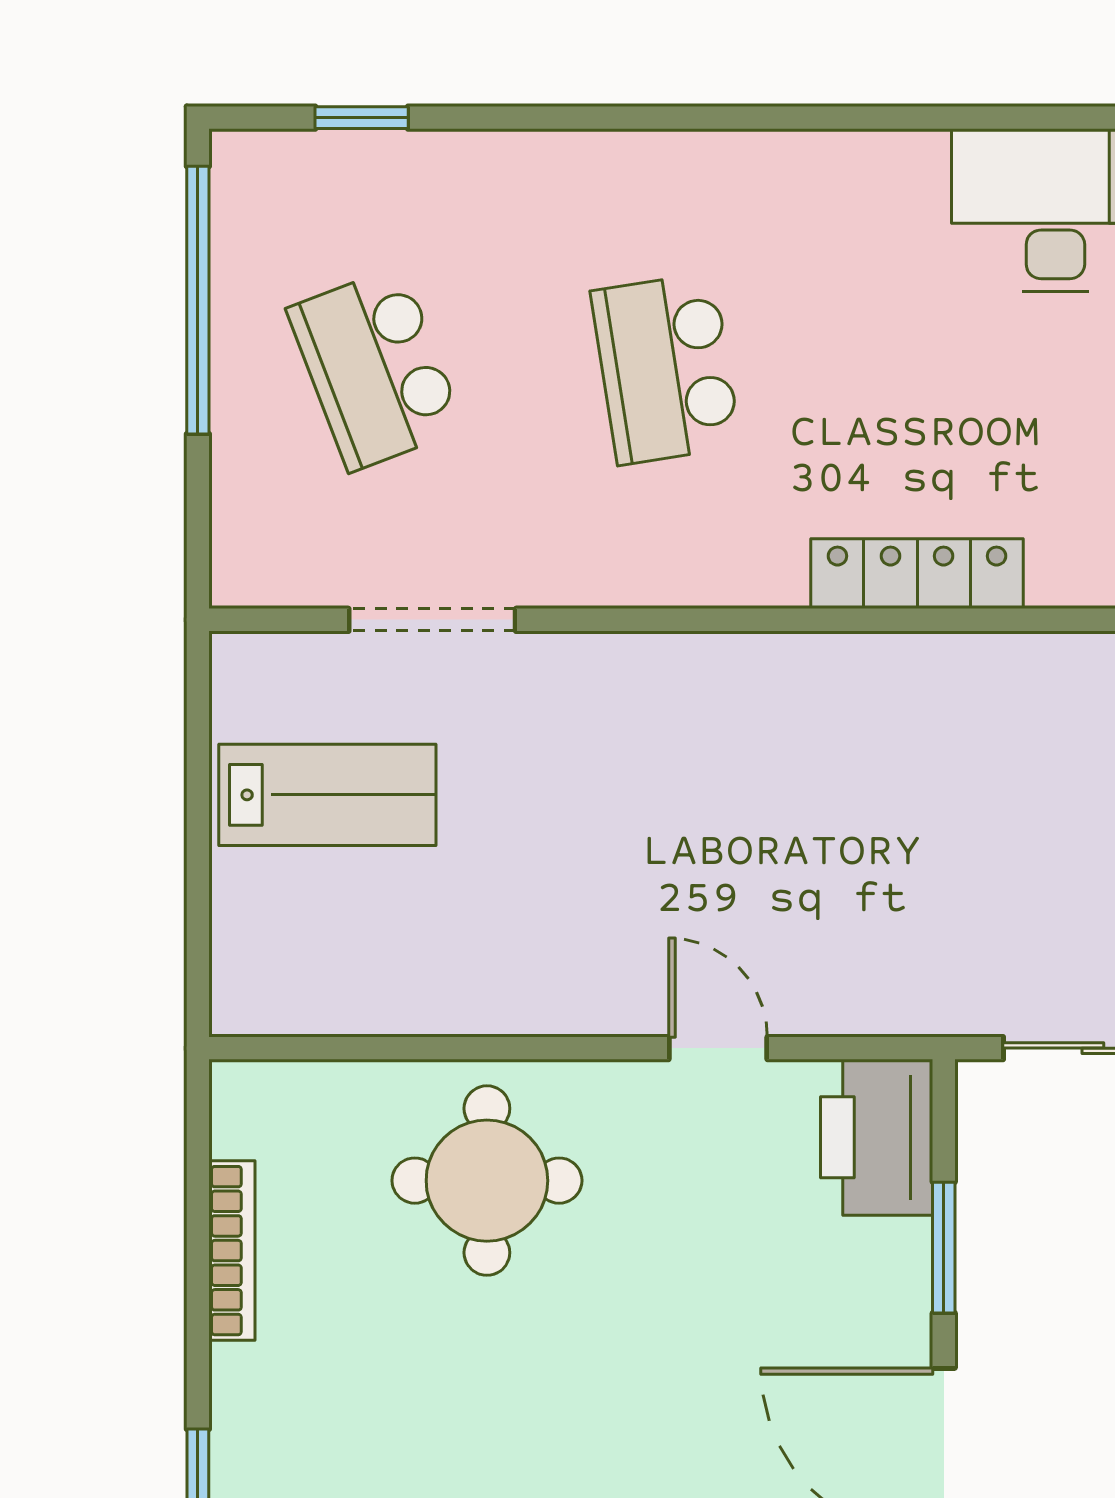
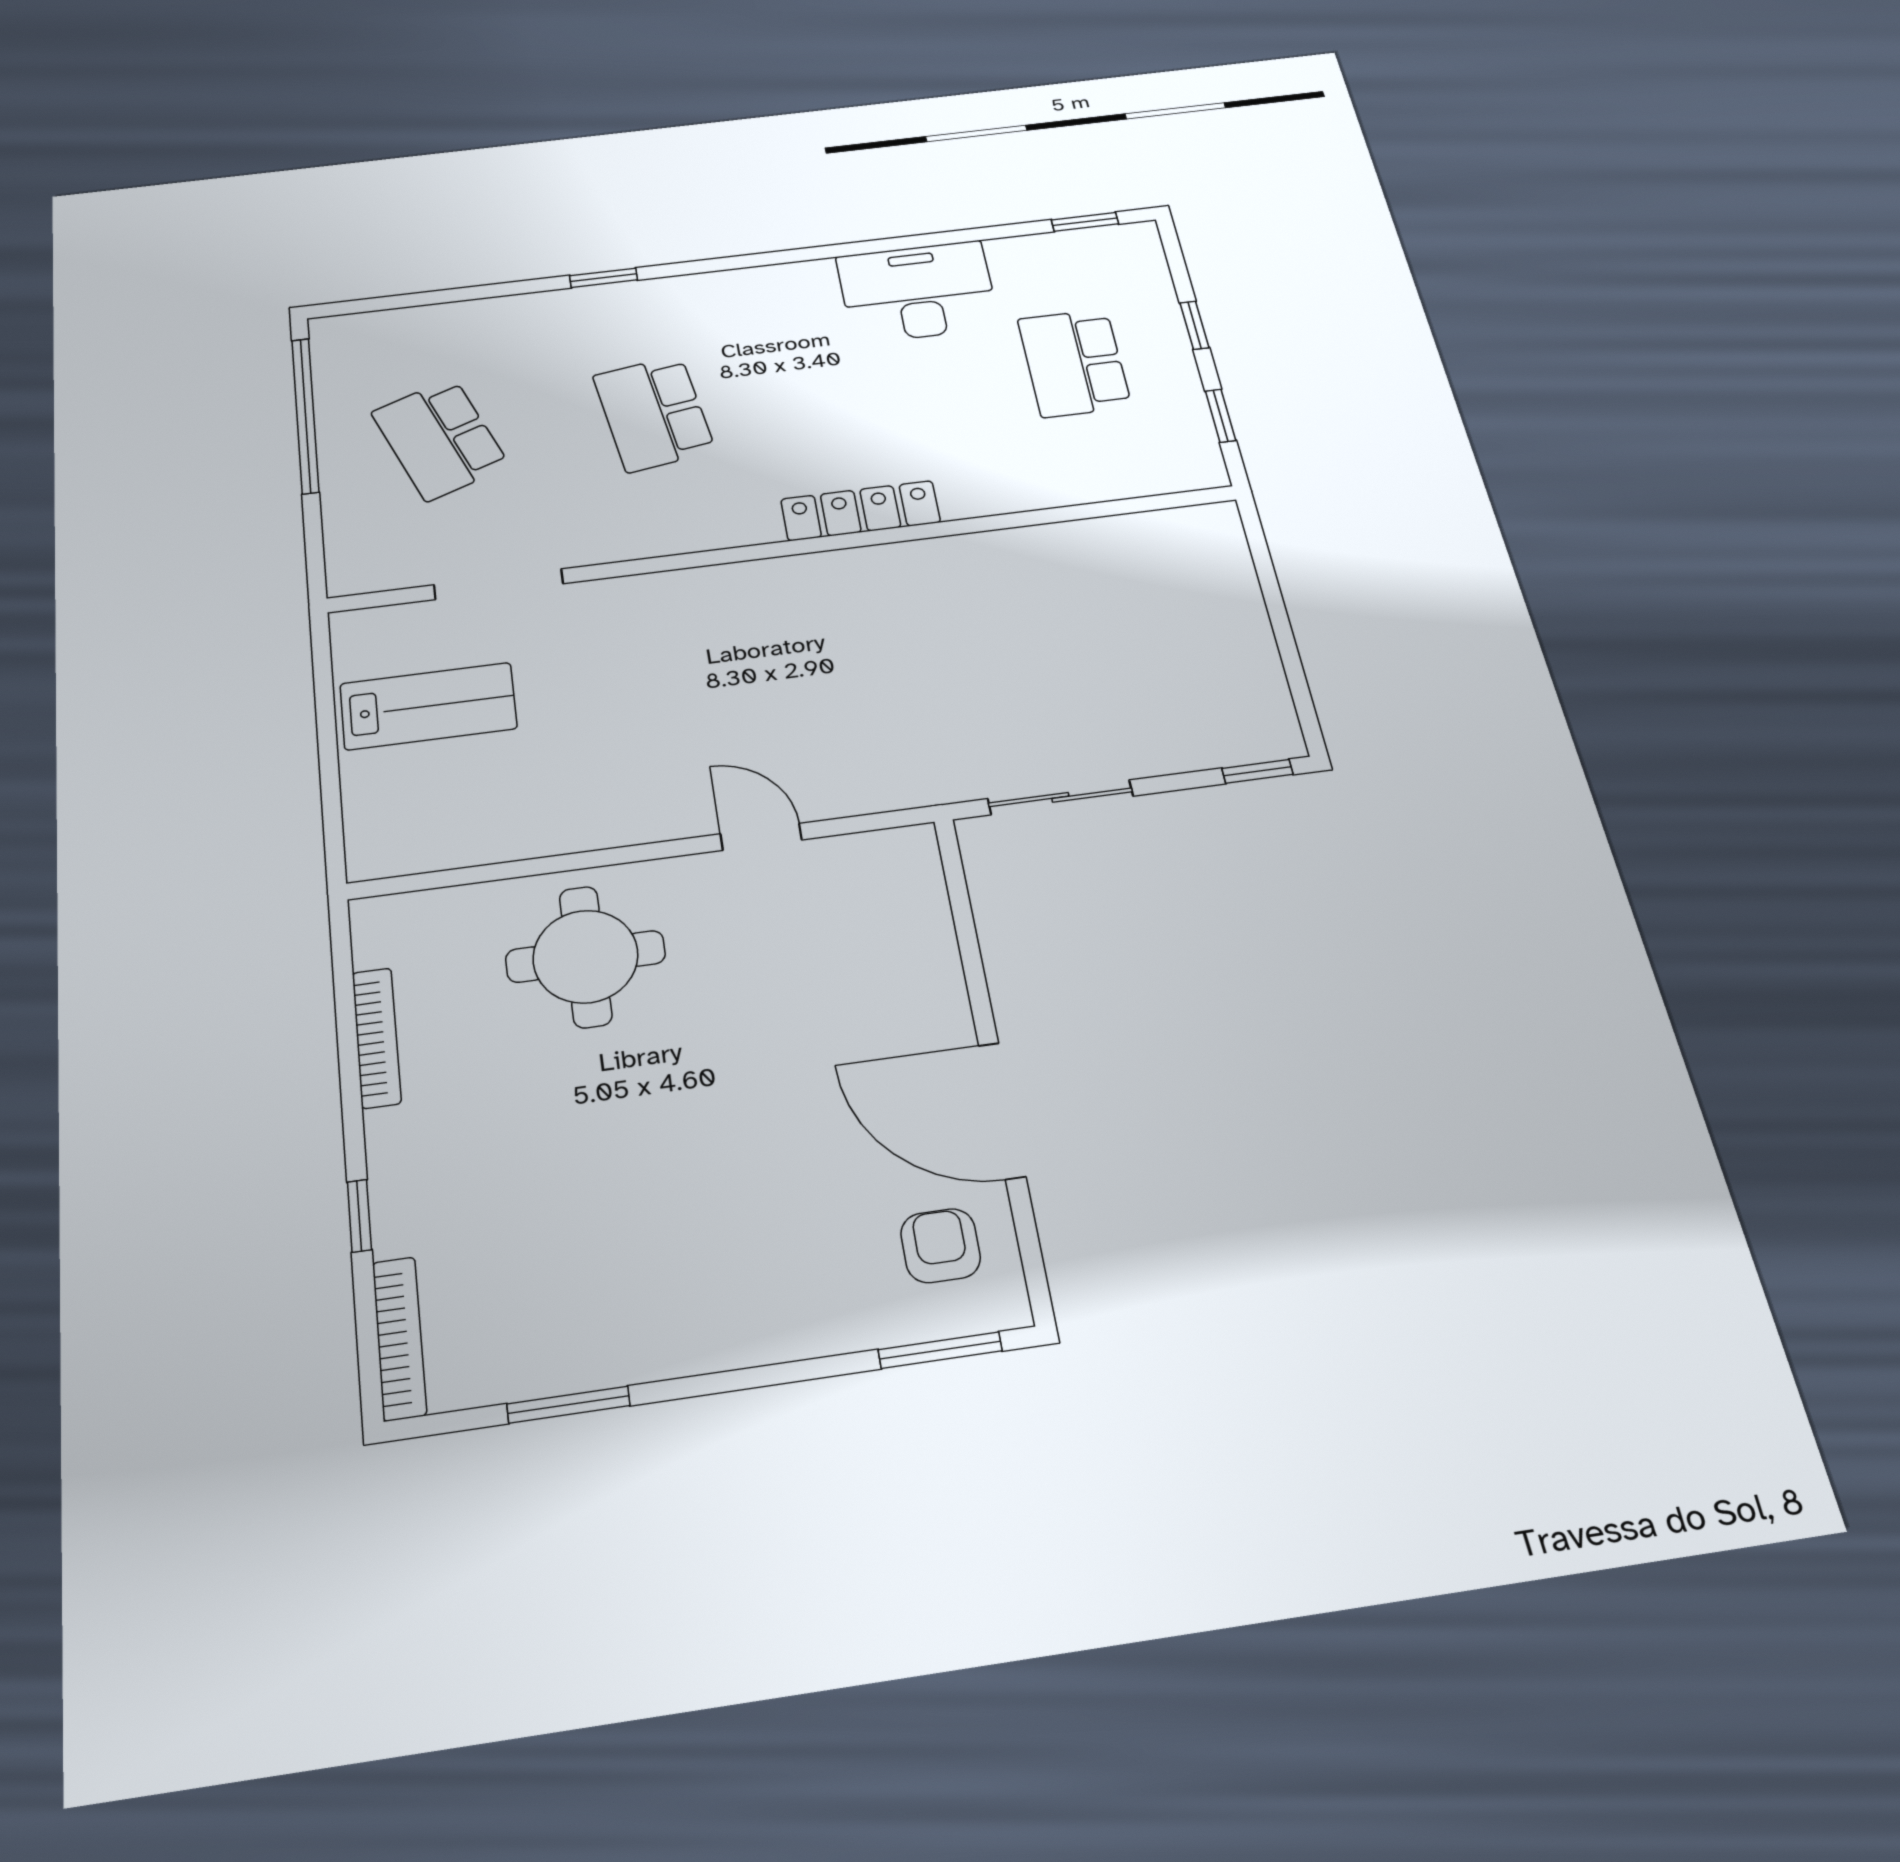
window: (362, 118) -> (603, 278), moved
printer: (877, 1137) -> (900, 882), removed
window: (944, 1248) -> (971, 955), removed

